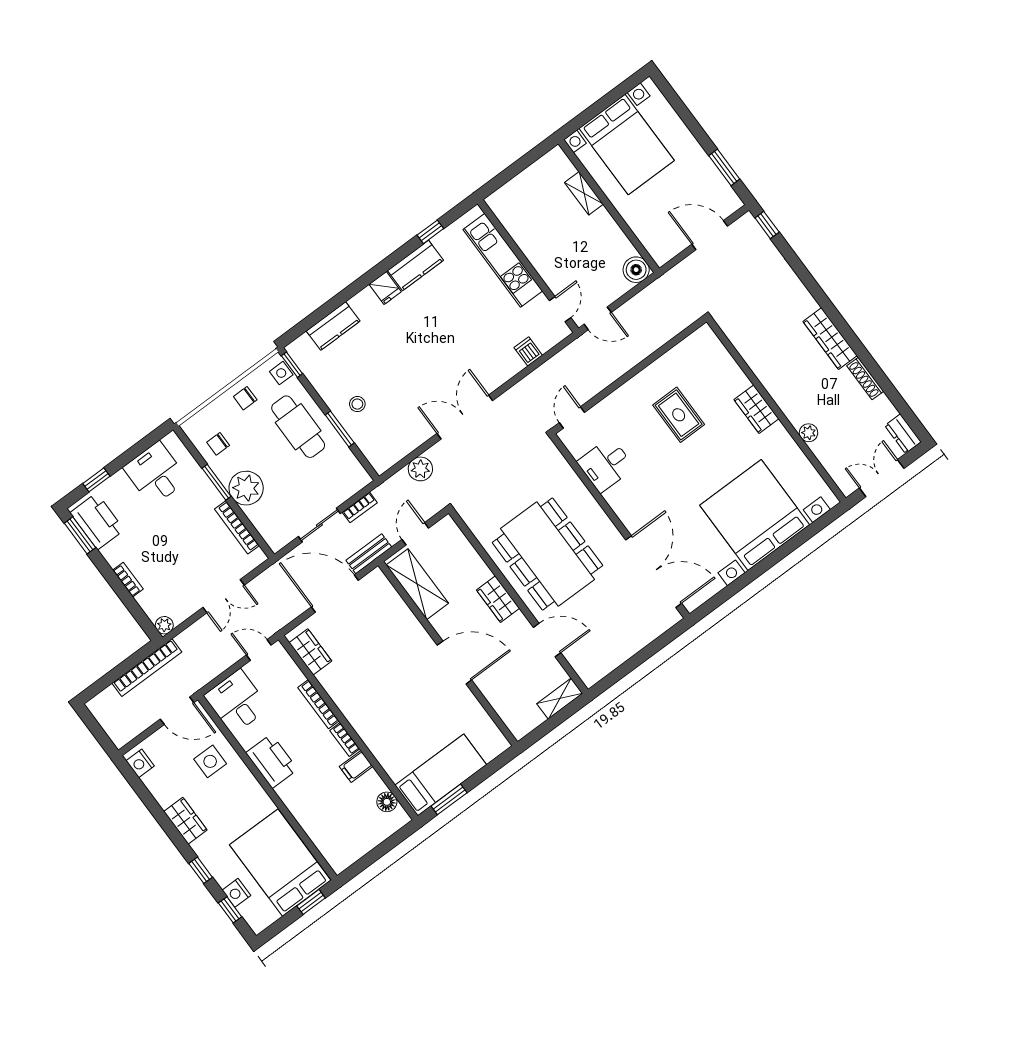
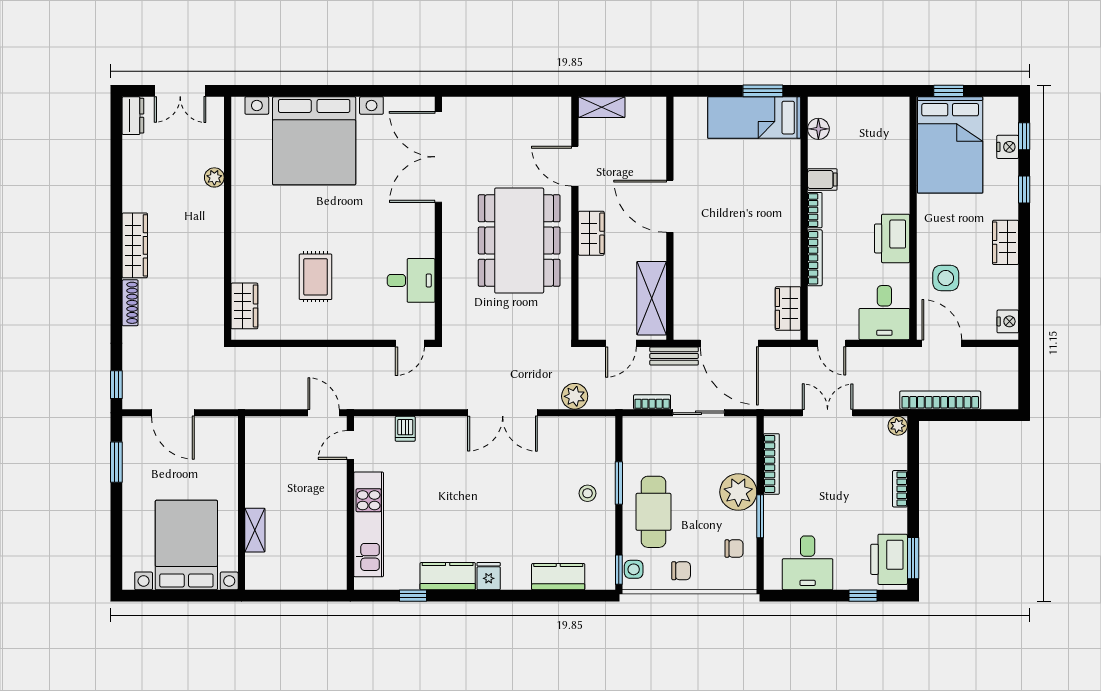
boiler: (636, 270) -> (259, 430), removed
shoe rack: (865, 378) -> (130, 303), moved
wardrobe: (756, 409) -> (244, 306), moved

